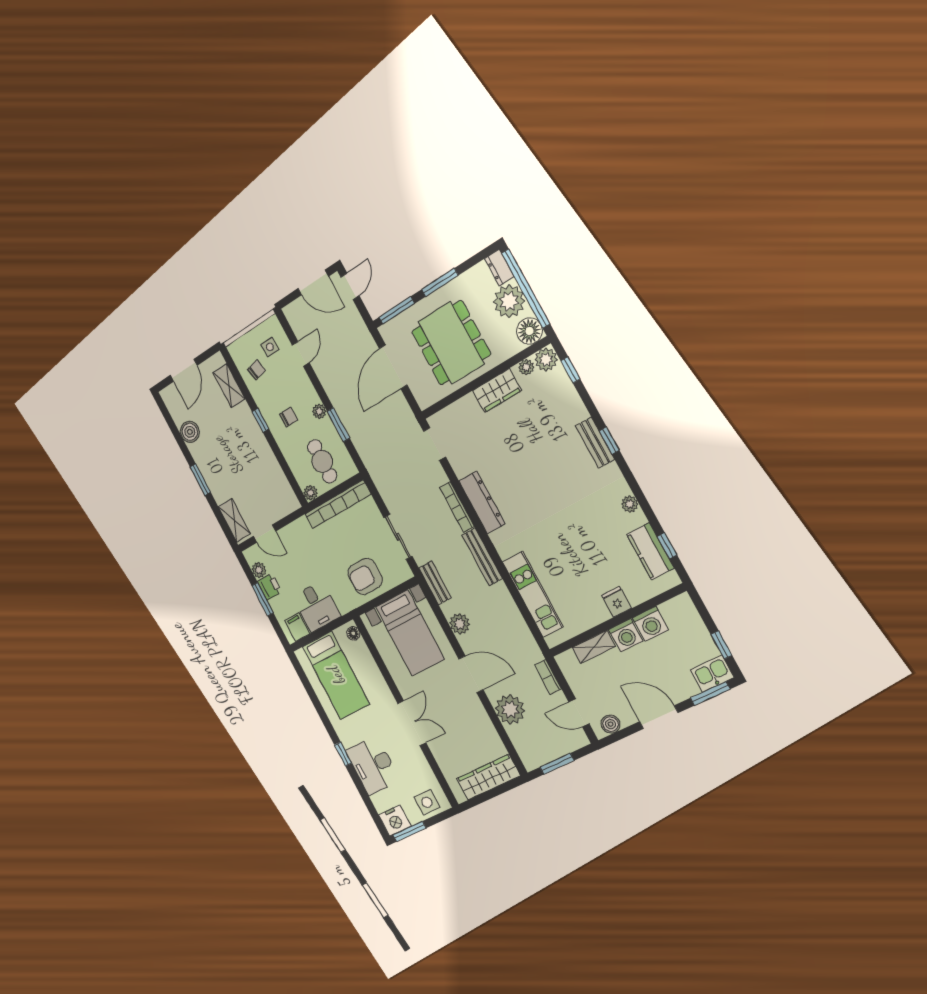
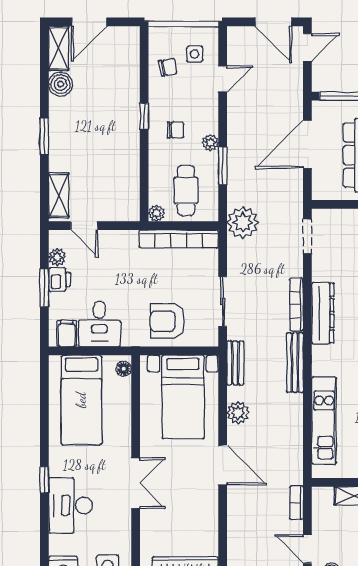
shelving: (229, 386) -> (59, 48), moved
plant: (510, 709) -> (243, 222), moved

